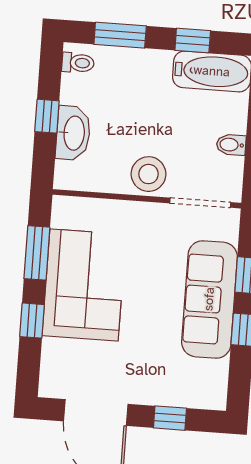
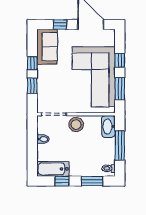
window: (47, 116) -> (120, 145), width x2.17
washbasin: (73, 133) -> (108, 126), moved
corner sofa: (84, 285) -> (94, 77), width x1.36, depth x1.36
sofa: (209, 299) -> (47, 47), moved, width x0.73

